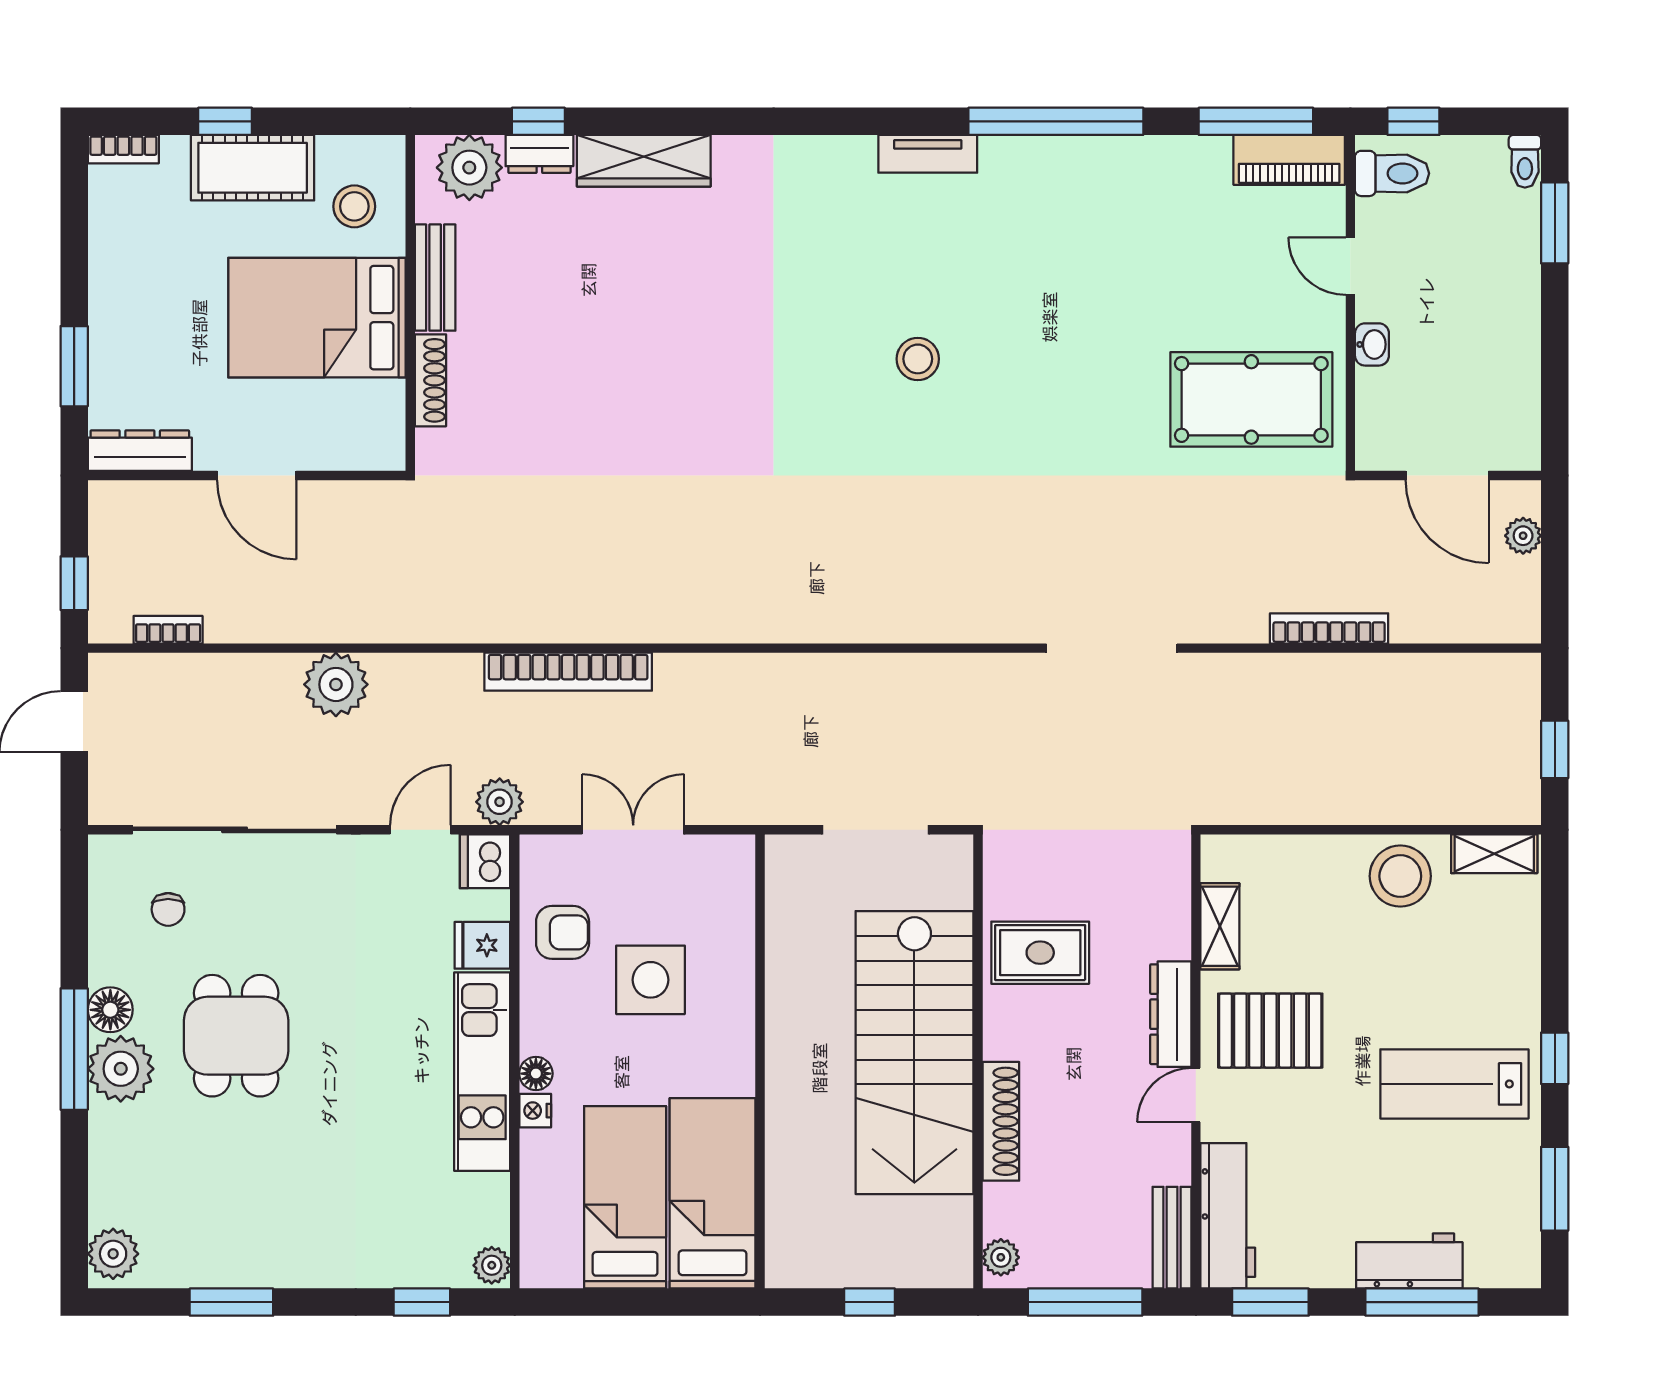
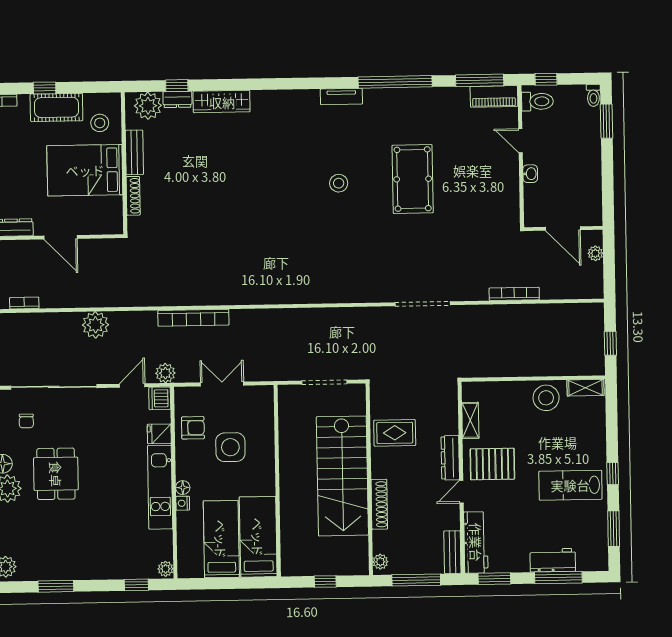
pool table: (1251, 399) -> (413, 179), moved, turned 90

